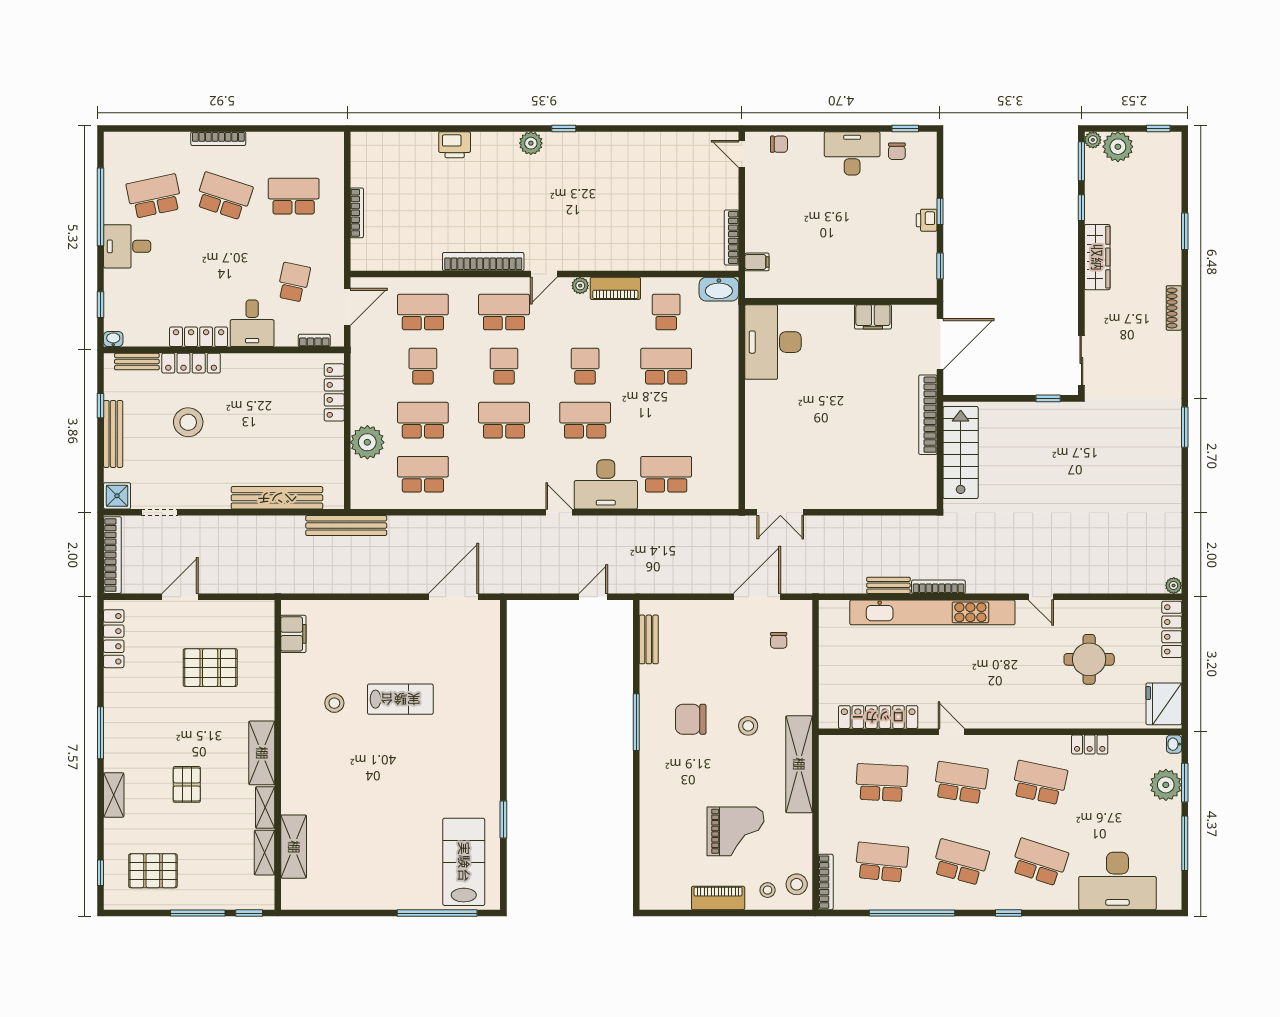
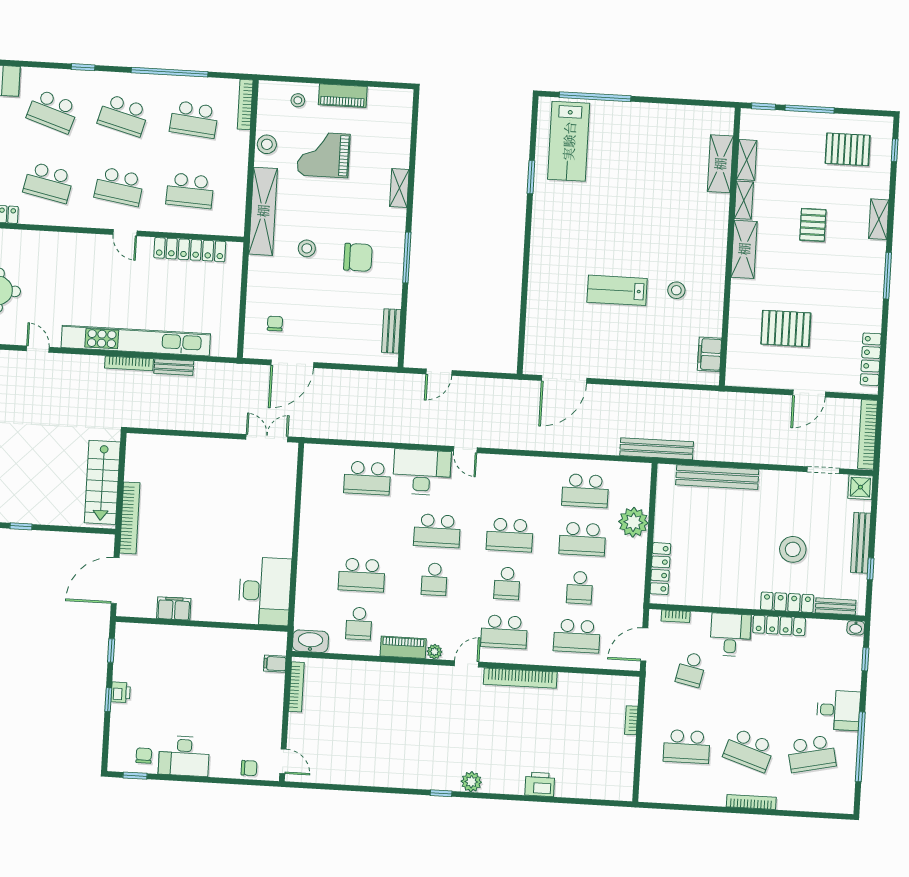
chair: (779, 144) -> (249, 768), turned 180
bookcase: (357, 213) -> (631, 720), width x0.64
shelving: (649, 799) -> (399, 188), added
stool: (797, 884) -> (267, 144), moved

